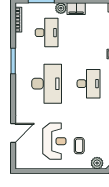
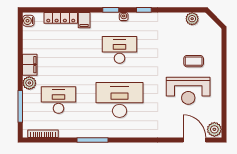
door: (13, 133) -> (194, 140), moved
reception desk: (54, 141) -> (188, 91), turned 180
plant: (97, 163) -> (214, 129), moved

